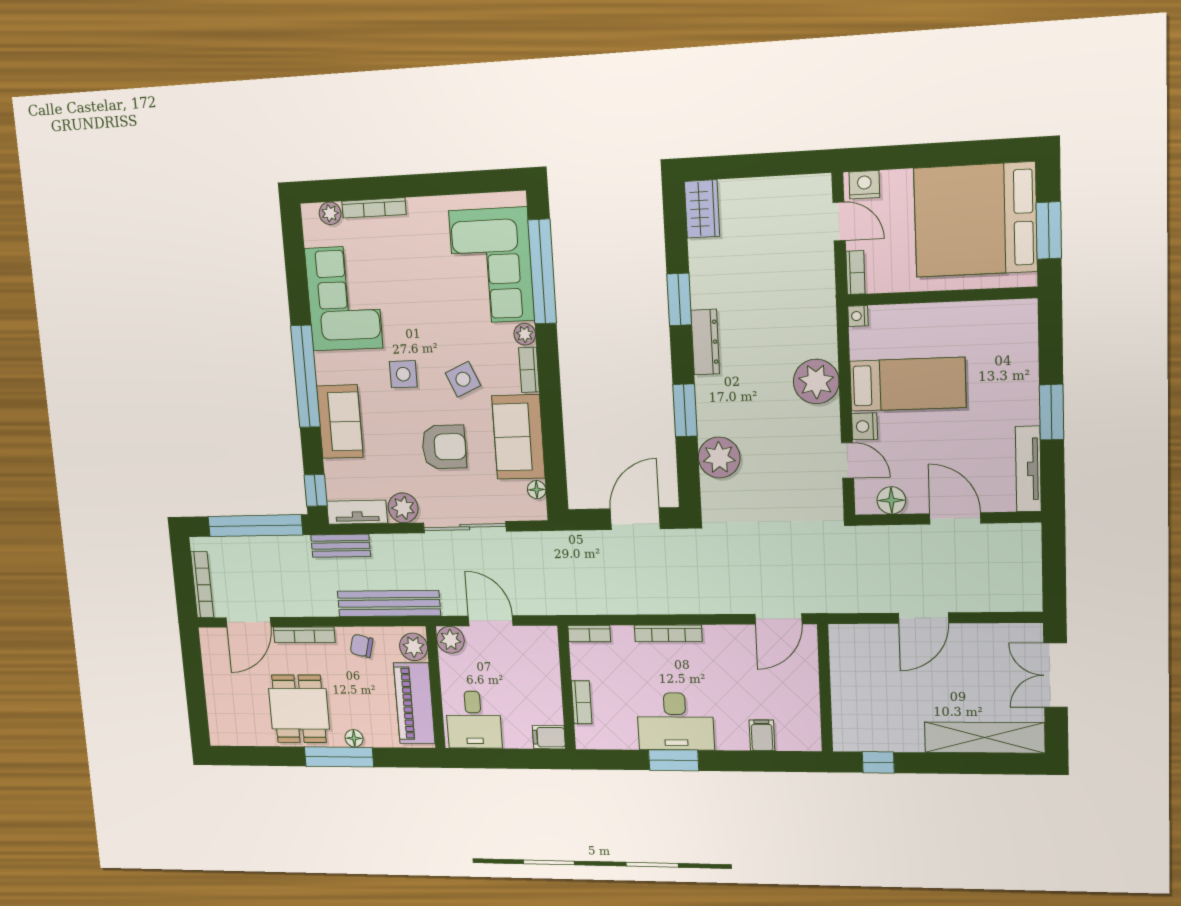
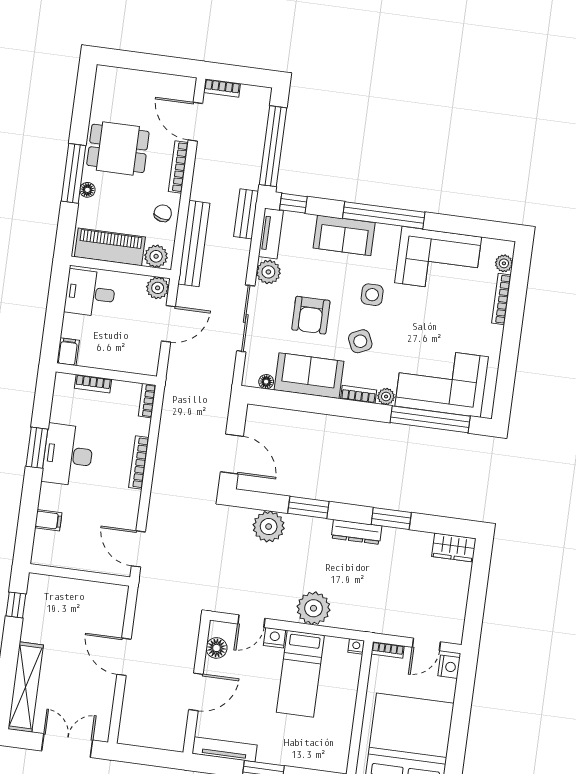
bookcase: (202, 585) -> (222, 88), width x0.64

